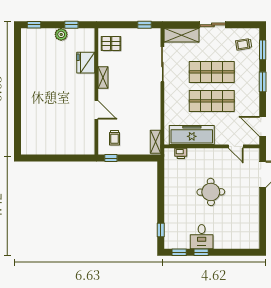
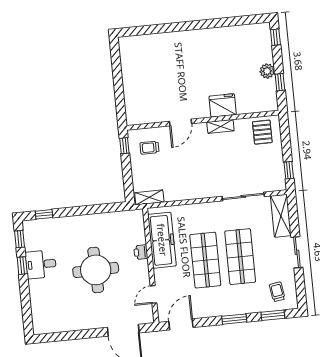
fridge: (86, 63) -> (223, 105), moved
printer: (181, 153) -> (141, 252), moved
round table: (211, 192) -> (96, 270), width x1.36, depth x1.36

